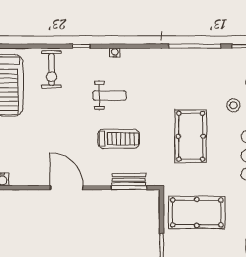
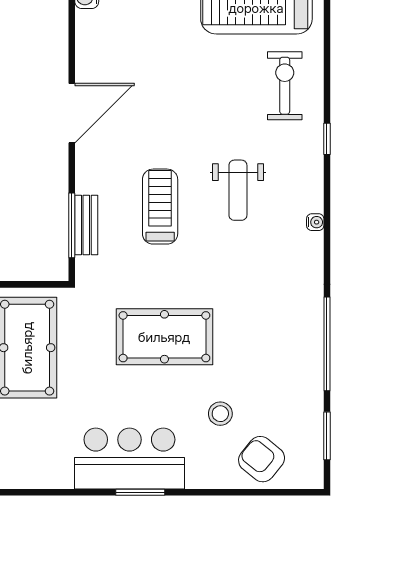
water cooler: (115, 53) -> (315, 222), moved
exercise bike: (51, 70) -> (285, 86), turned 90
treadmill: (119, 139) -> (160, 207), turned 180

